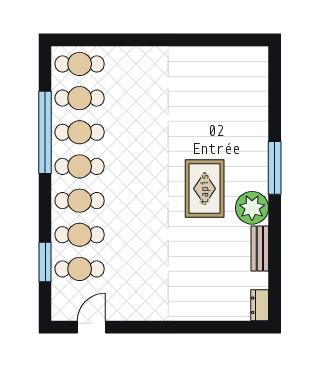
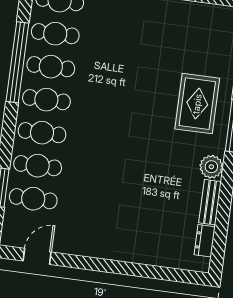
rug: (205, 189) -> (197, 104), moved
plant: (252, 208) -> (211, 167), width x0.73, depth x0.73
dresser: (260, 305) -> (205, 241), moved

